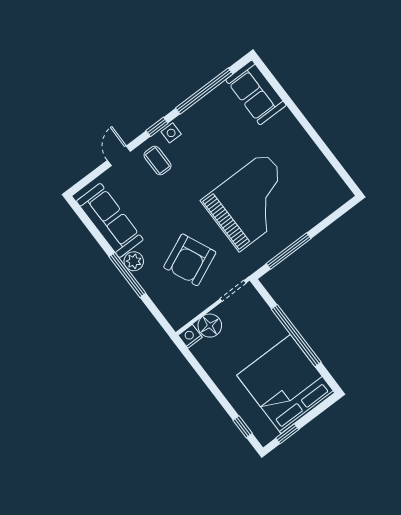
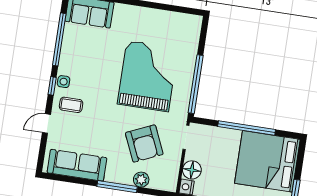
door: (119, 156) -> (46, 123), hinge flipped
window: (289, 251) -> (196, 84), width x1.46
plant: (134, 261) -> (141, 180), moved

